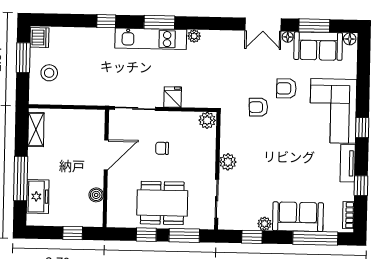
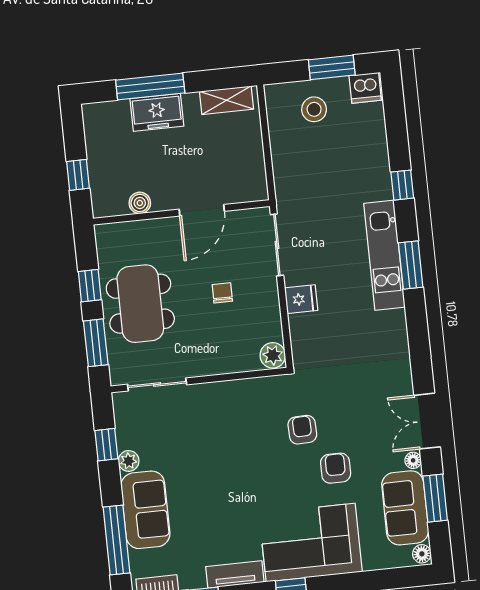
plant: (194, 36) -> (397, 320), removed
door: (106, 155) -> (202, 210), hinge flipped
plant: (228, 162) -> (214, 394), removed
freezer: (38, 196) -> (157, 112), moved

